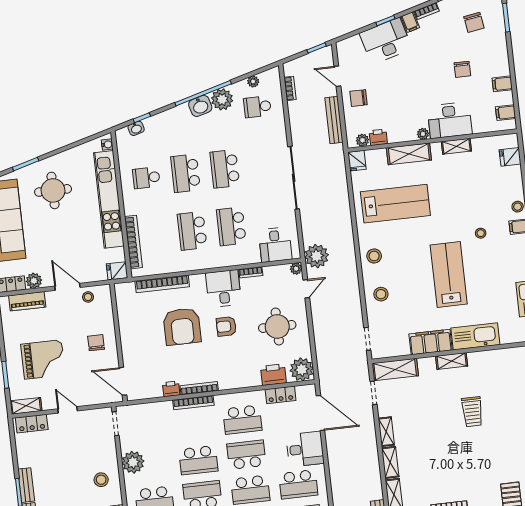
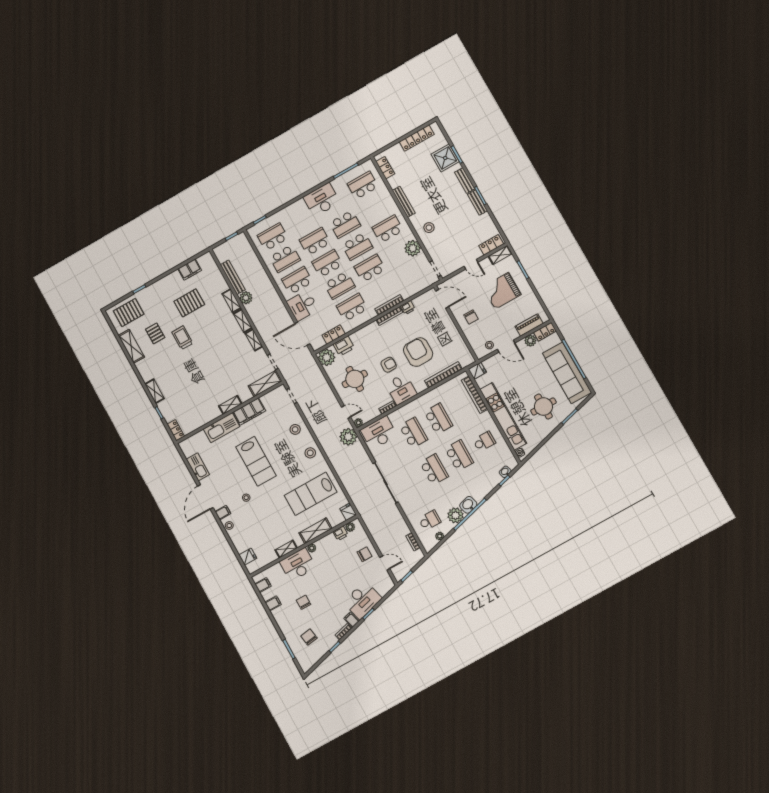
bench: (334, 120) -> (375, 533), removed
desk: (275, 245) -> (379, 433), width x1.37
door: (306, 289) -> (346, 412), swing flipped
trolley: (472, 412) -> (182, 338), moved
plant: (374, 490) -> (246, 298), added

